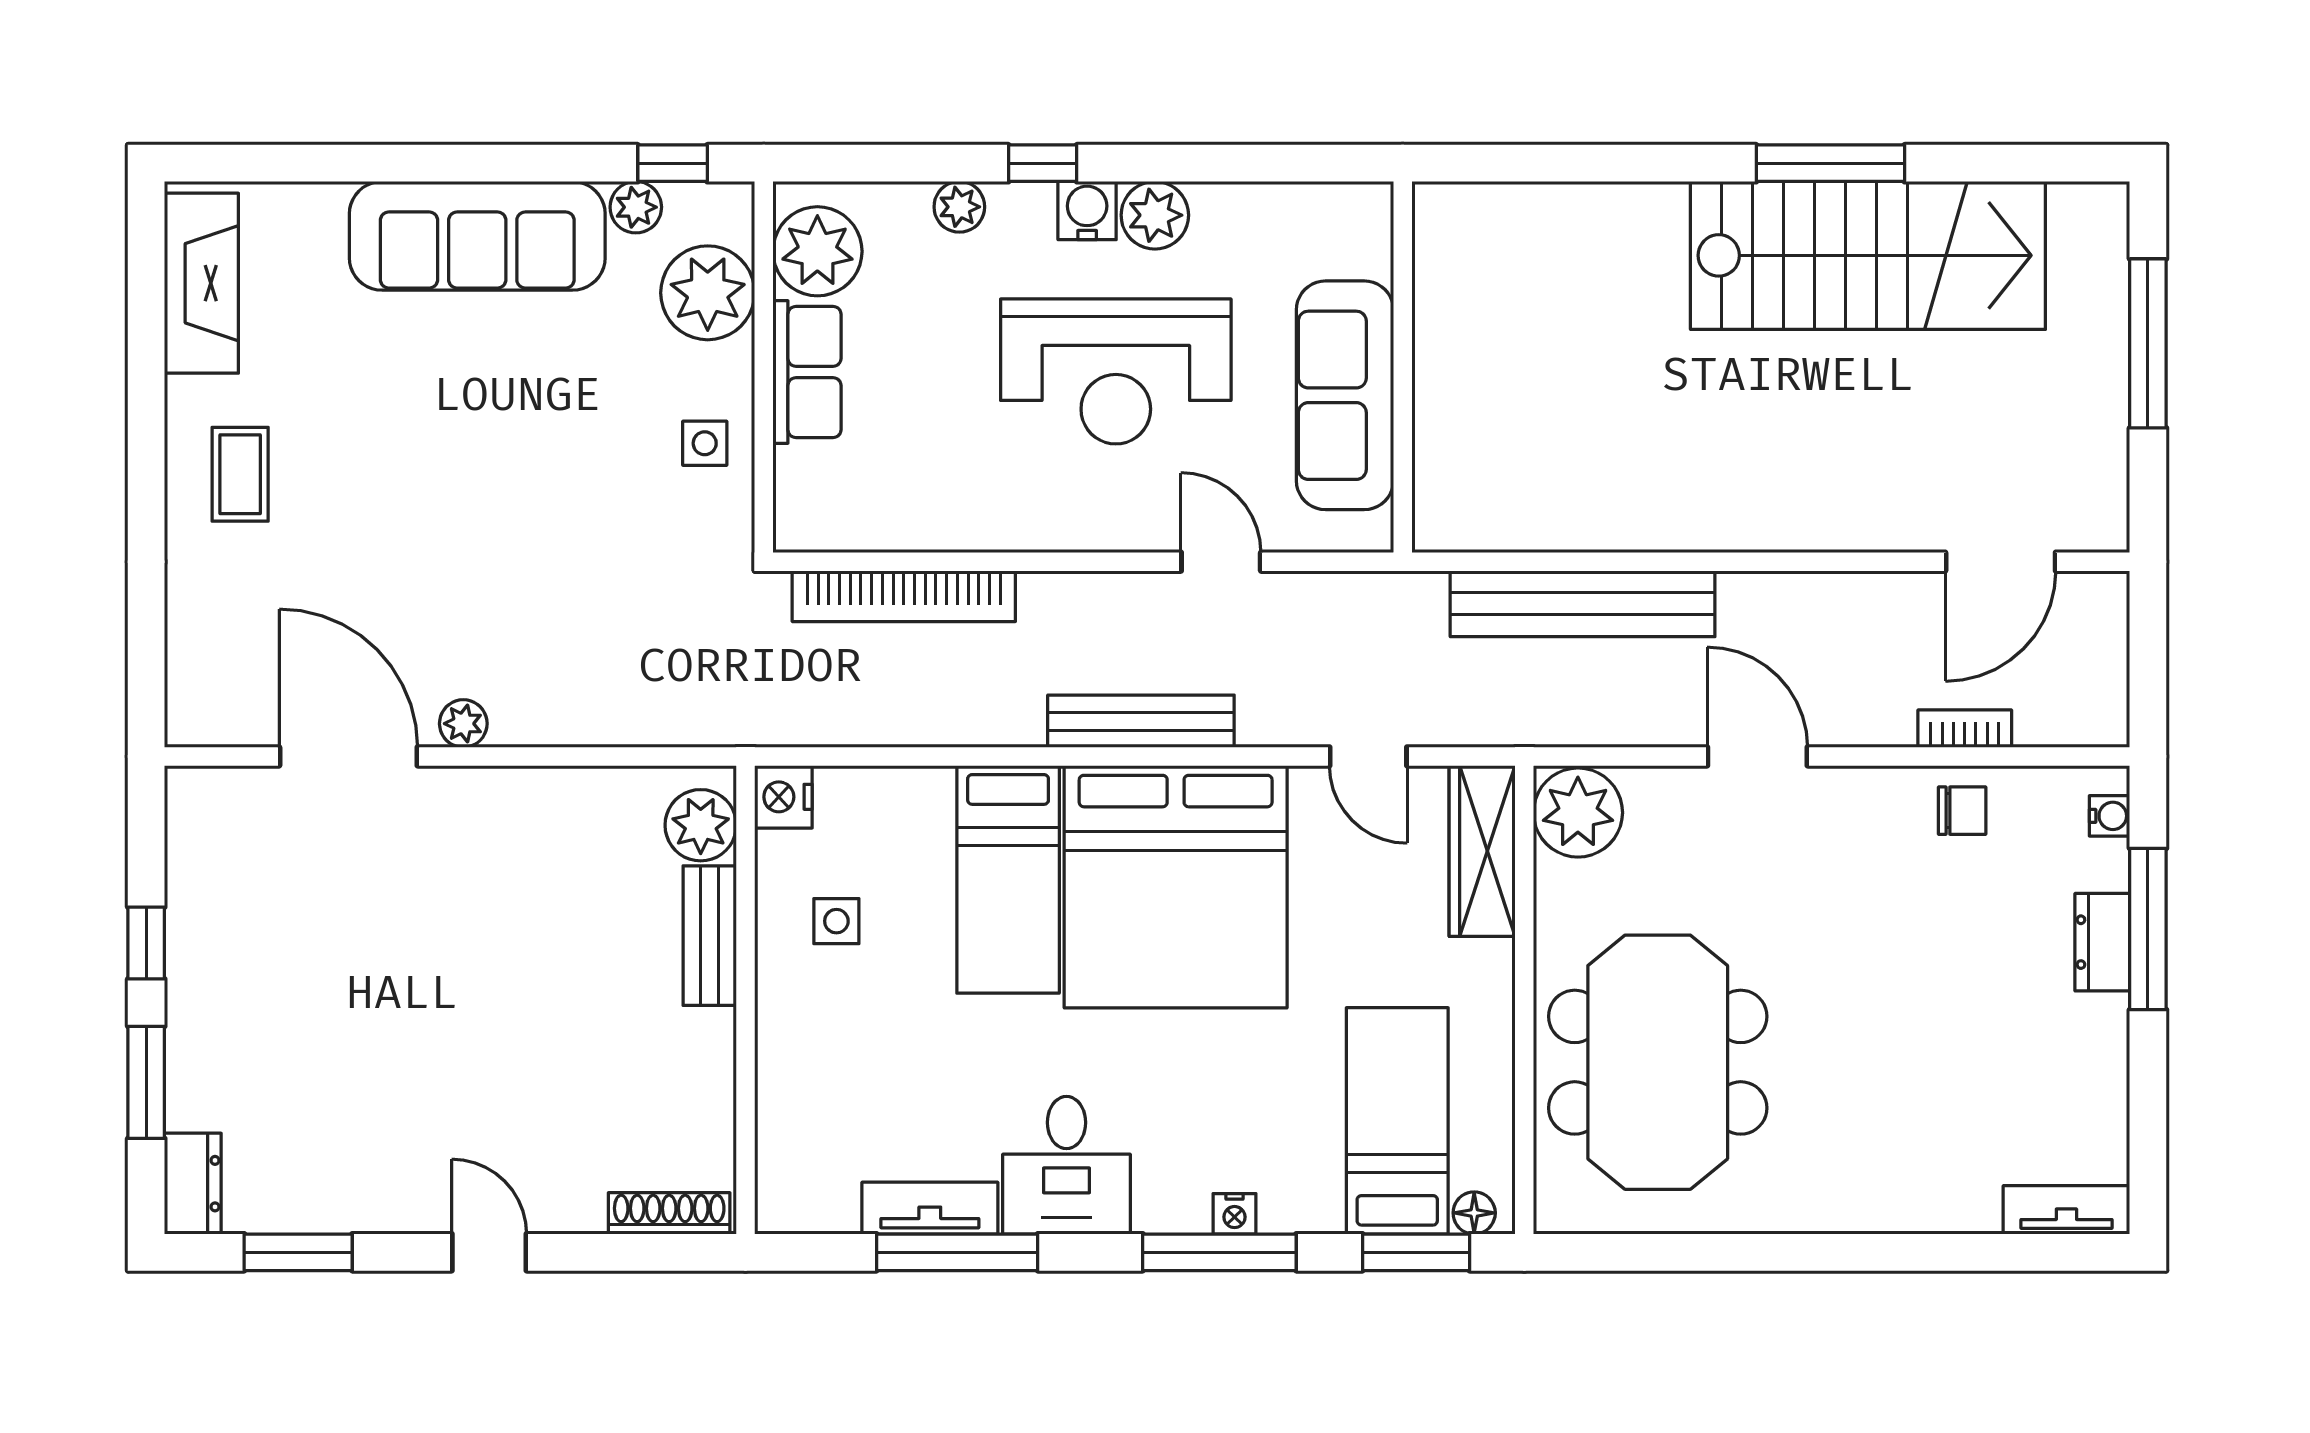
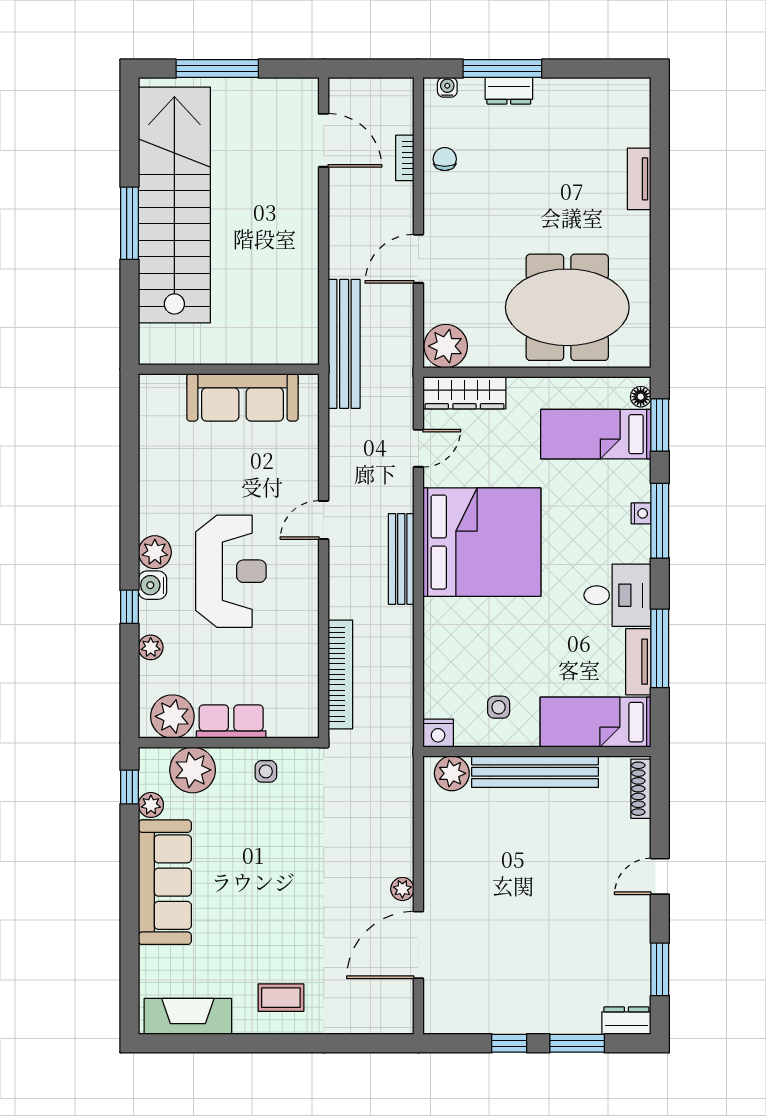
stairs: (1868, 255) -> (174, 205), width x1.36
wall: (1403, 367) -> (229, 369), moved
sofa: (1345, 395) -> (242, 397), moved
bed: (1008, 879) -> (596, 722), moved, turned 180
bench: (710, 936) -> (535, 772), width x1.86, depth x1.21
tv unit: (2066, 1210) -> (639, 179), moved

